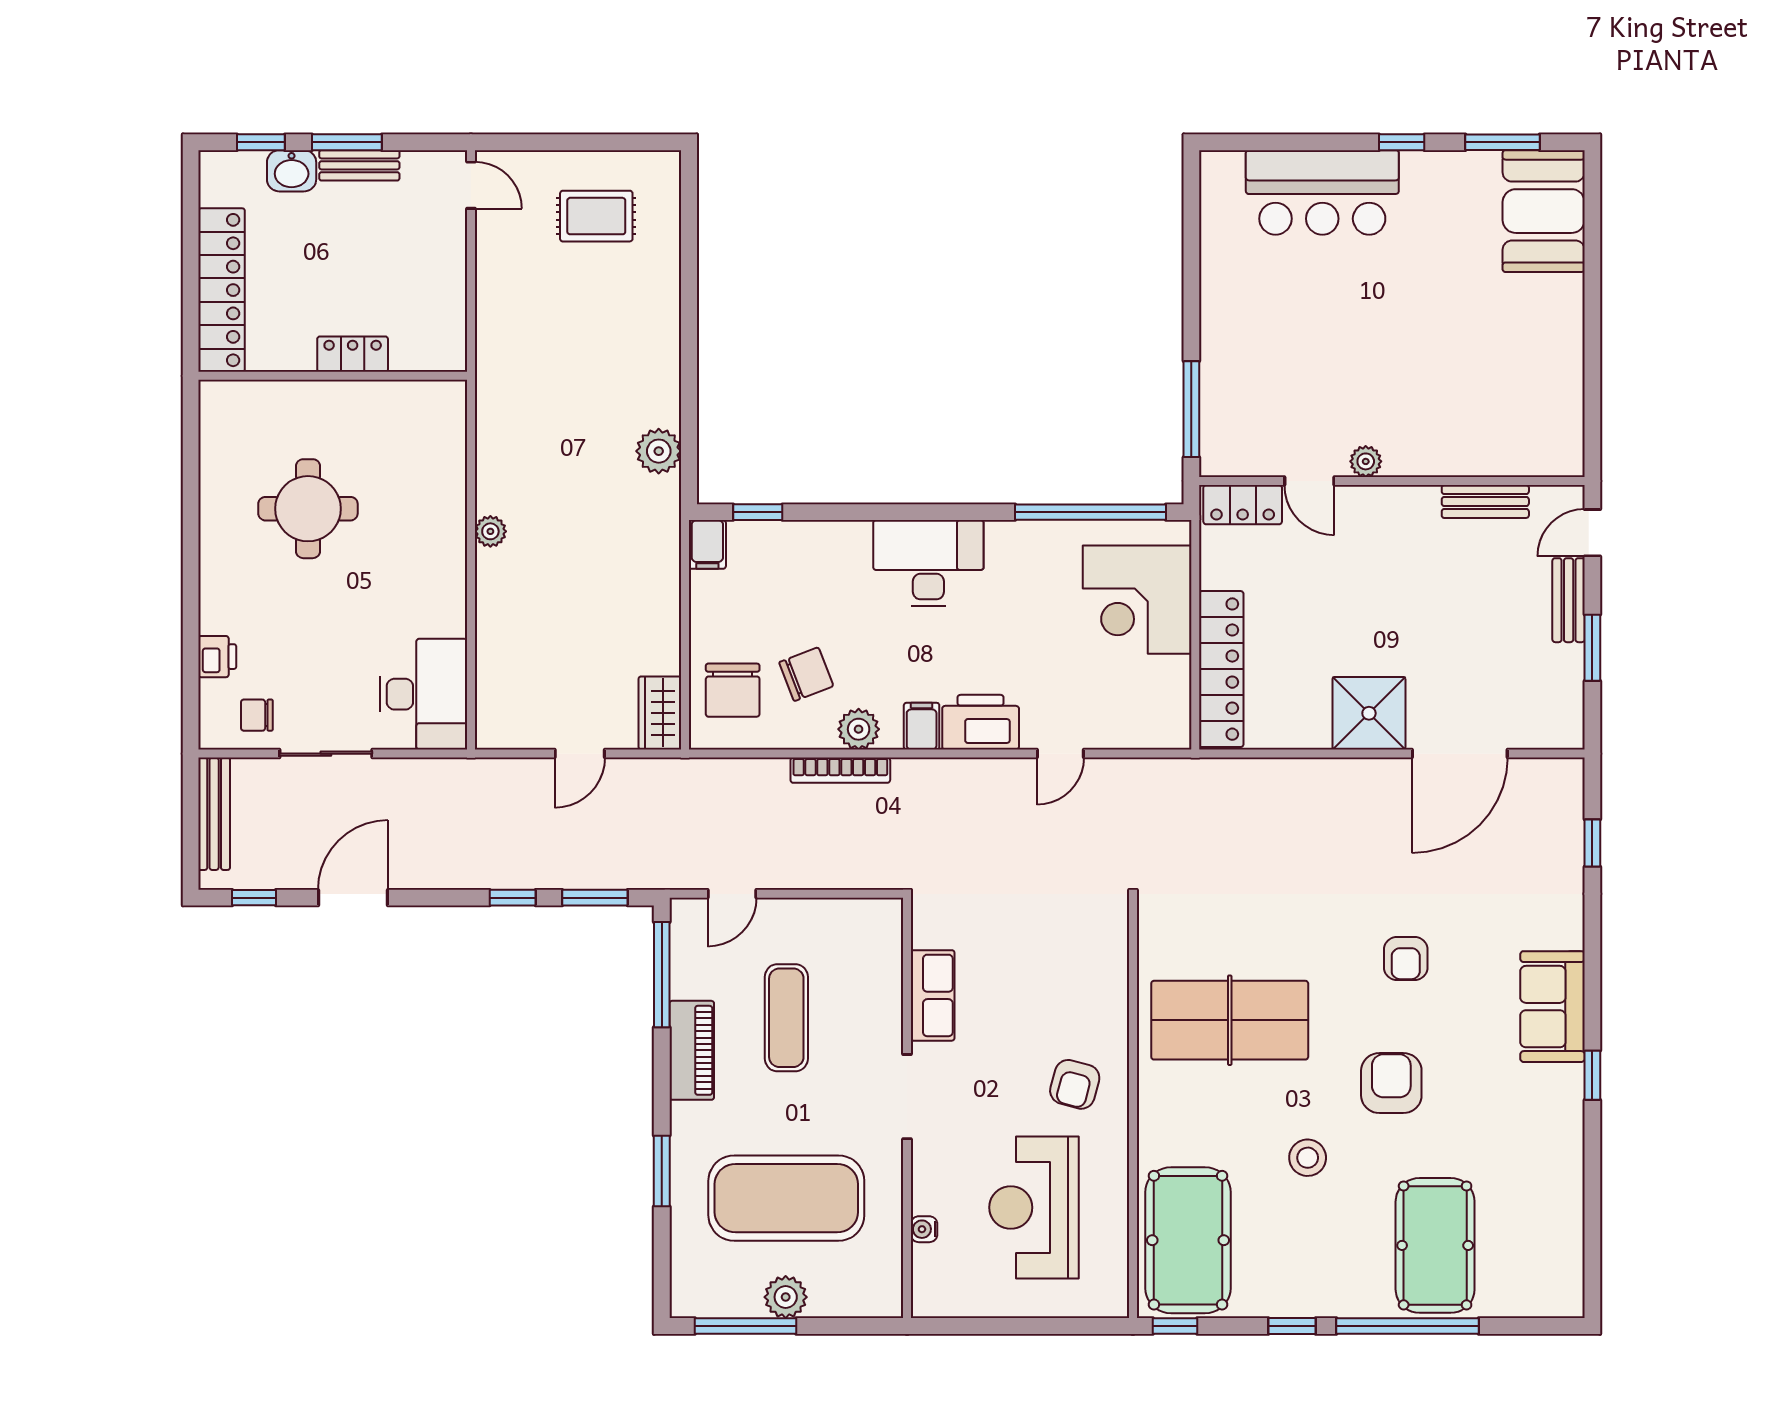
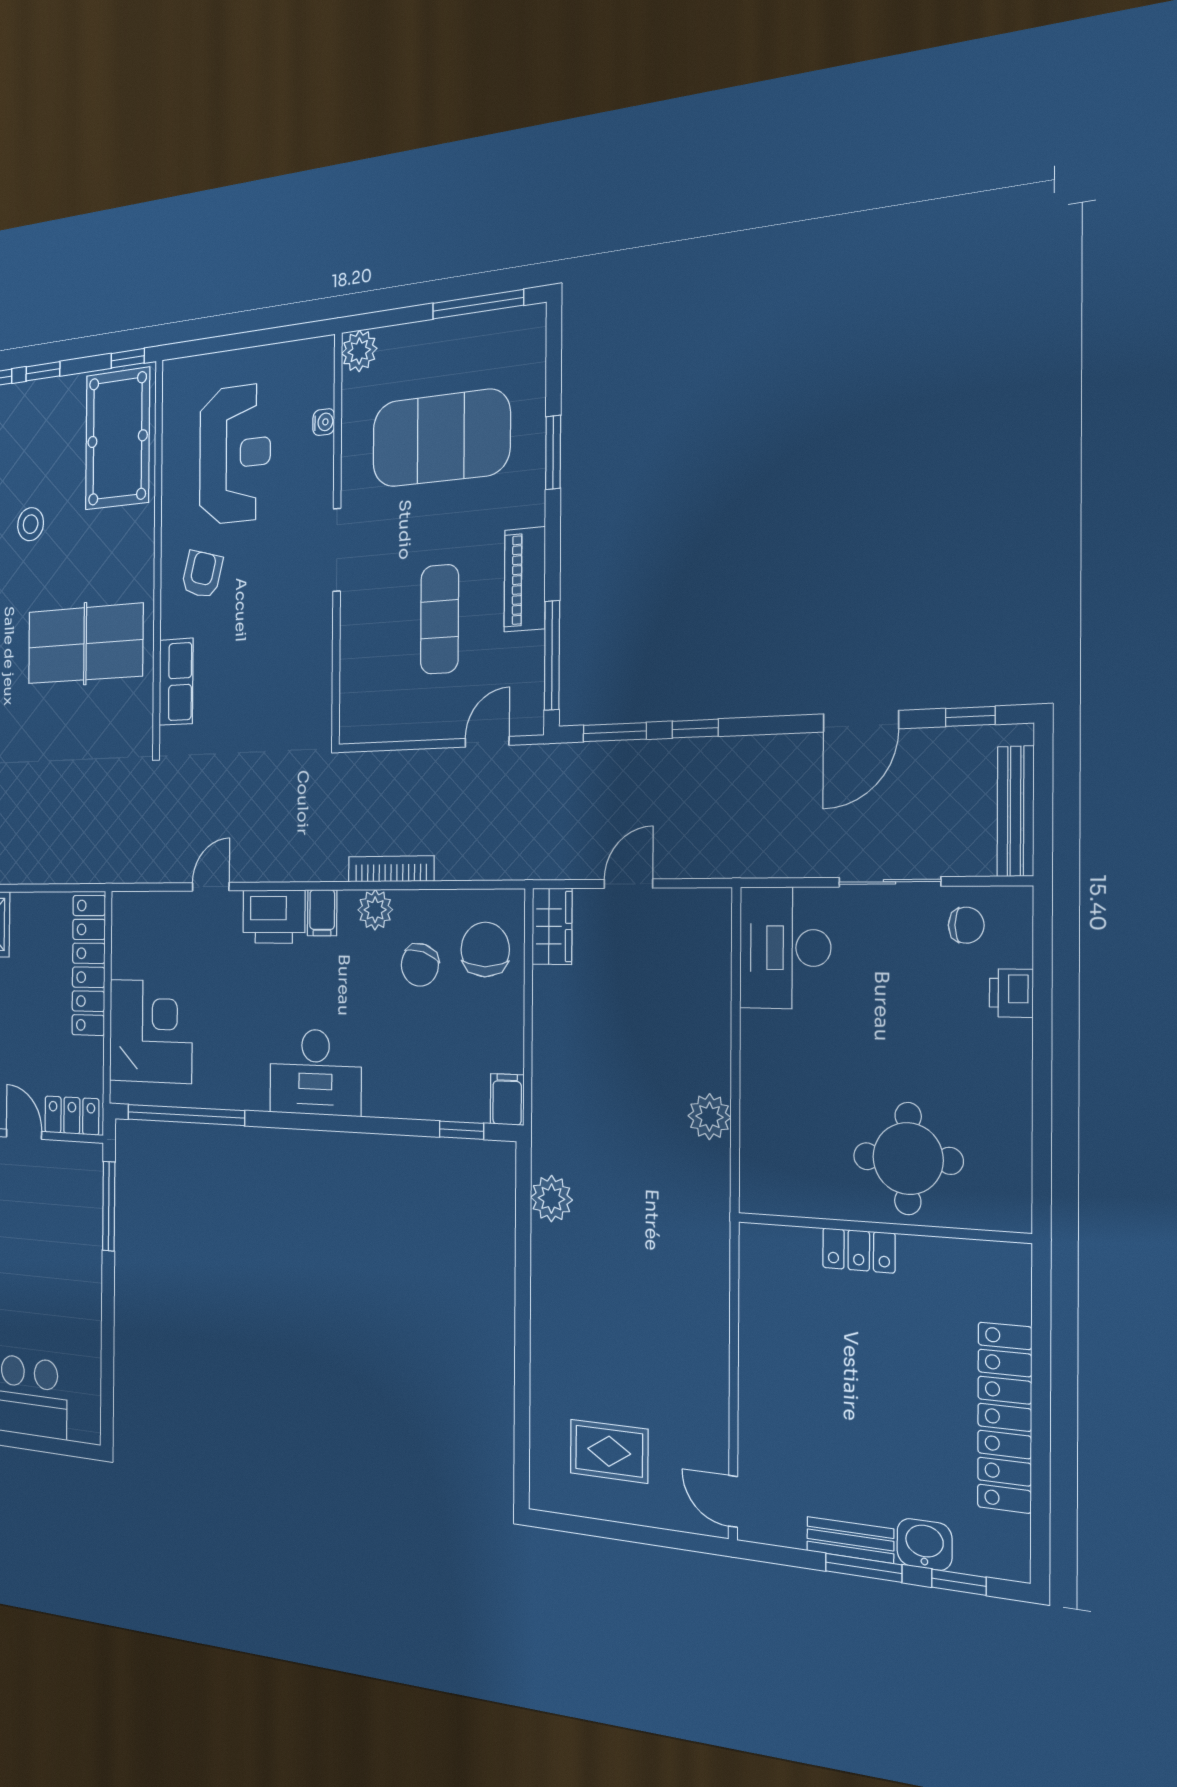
locker: (353, 354) -> (859, 1250), moved
wall: (333, 376) -> (880, 1228), moved
plant: (490, 531) -> (709, 1117), width x1.38, depth x1.38
chair: (806, 674) -> (420, 965), turned -52
row of seats: (933, 995) -> (176, 682), moved, turned 180
plant: (786, 1297) -> (359, 351), moved

